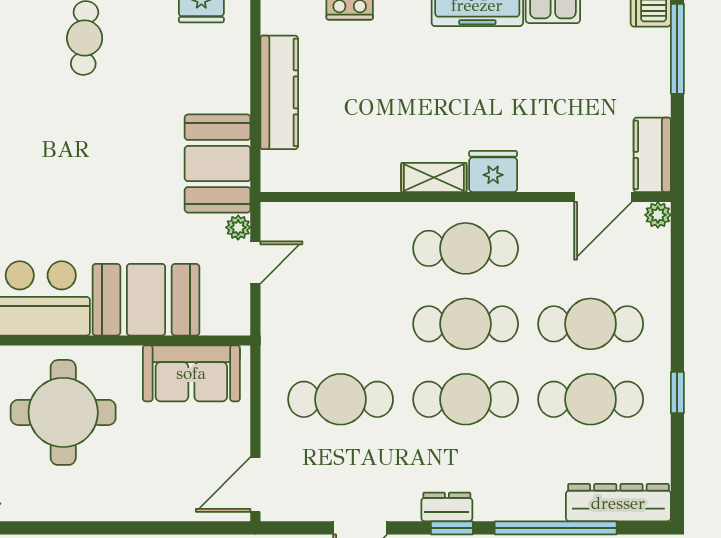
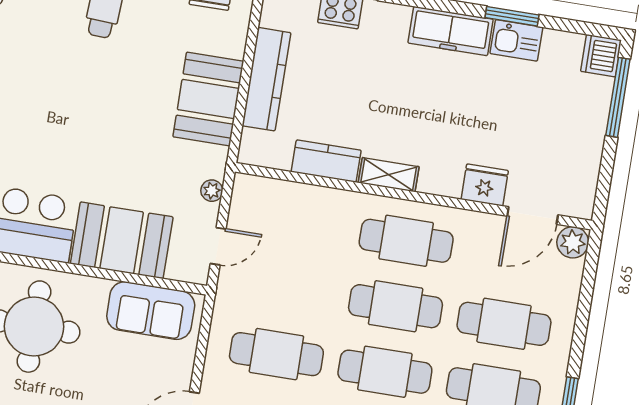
kitchen counter: (652, 155) -> (326, 161), moved, turned 90
booth: (218, 164) -> (208, 99), moved
fridge: (493, 171) -> (485, 185), moved
plant: (658, 215) -> (573, 242), width x1.38, depth x1.38
door: (255, 262) -> (218, 246), moved

